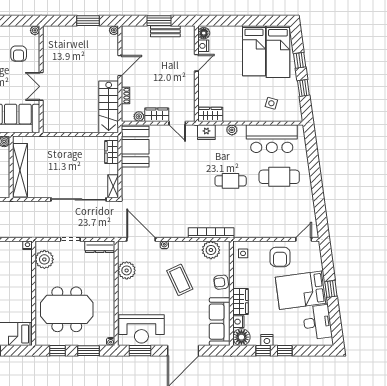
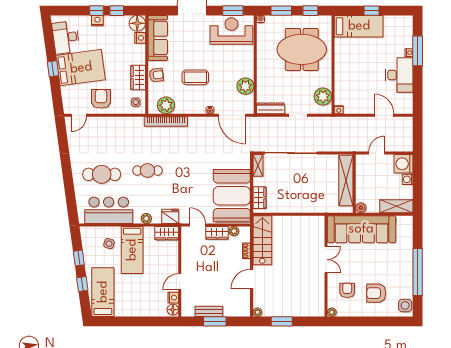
bed: (254, 51) -> (132, 250), moved, turned 180
booth: (135, 147) -> (232, 196), width x1.36, depth x1.42
coffee table: (180, 280) -> (195, 77), turned -65
wardrobe: (241, 302) -> (138, 78), moved
nightstand: (267, 340) -> (97, 21), moved

